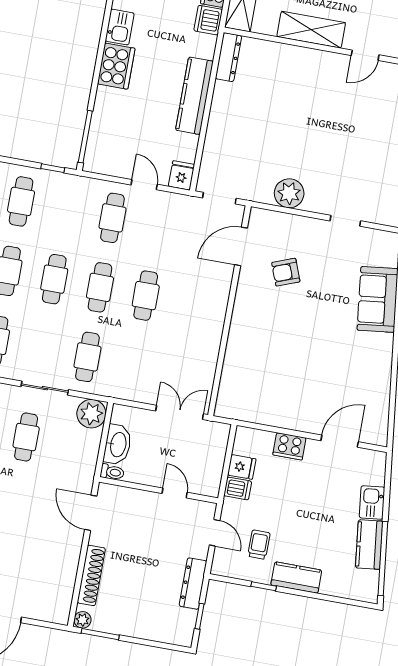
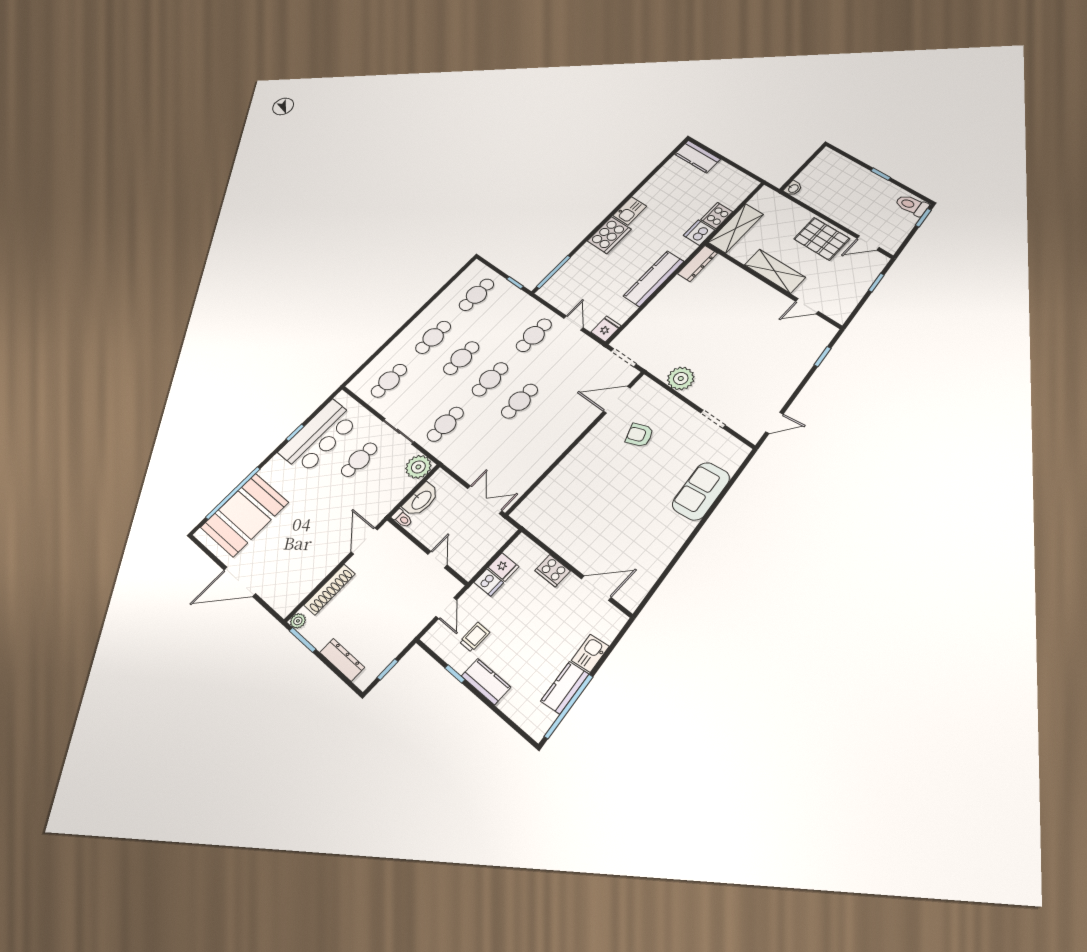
dresser: (193, 584) -> (342, 660), moved, turned 90

